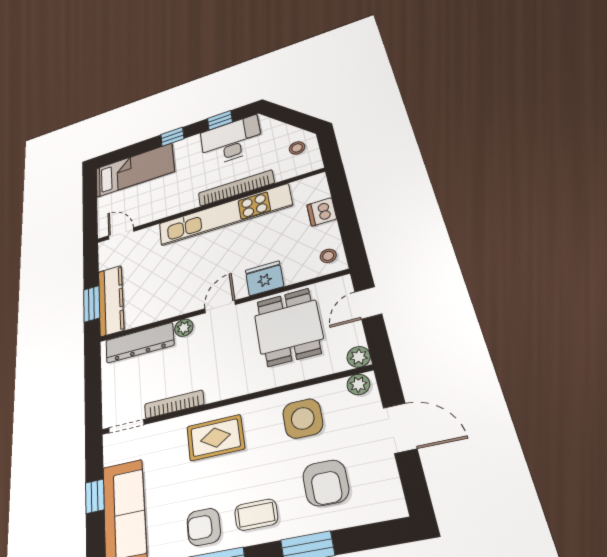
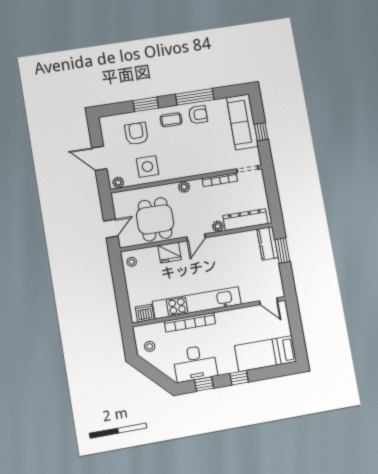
dishwasher: (322, 212) -> (145, 313), moved, turned -90
kitchen counter: (111, 300) -> (267, 243), width x0.67
plant: (359, 357) -> (184, 187), moved
rug: (215, 438) -> (194, 159), removed

